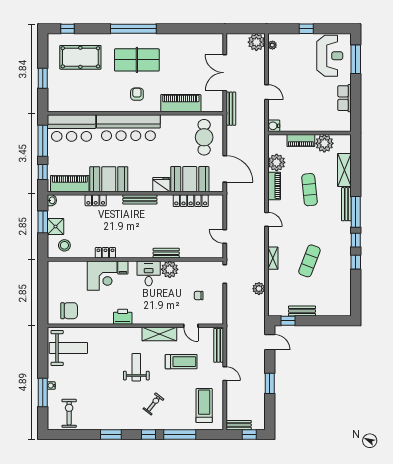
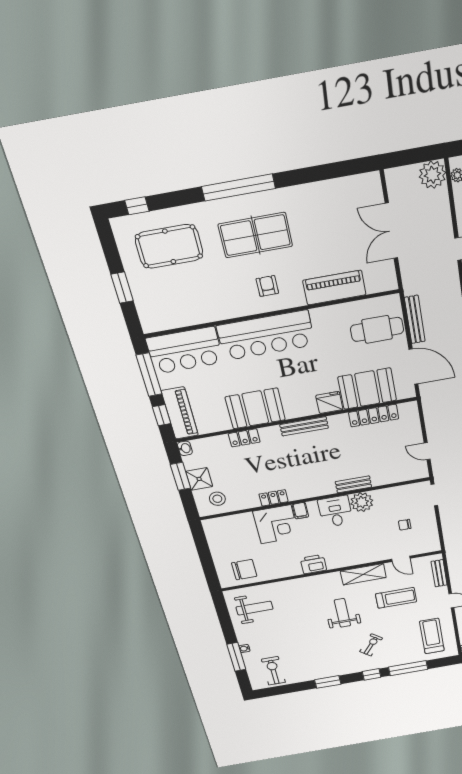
bench: (231, 109) -> (415, 320), moved
cafe table: (204, 137) -> (377, 329), turned 90
piano: (70, 184) -> (180, 413), moved, turned 90
bench: (219, 345) -> (439, 573), width x0.73
weight bench: (68, 348) -> (254, 608), width x0.73, depth x0.75

